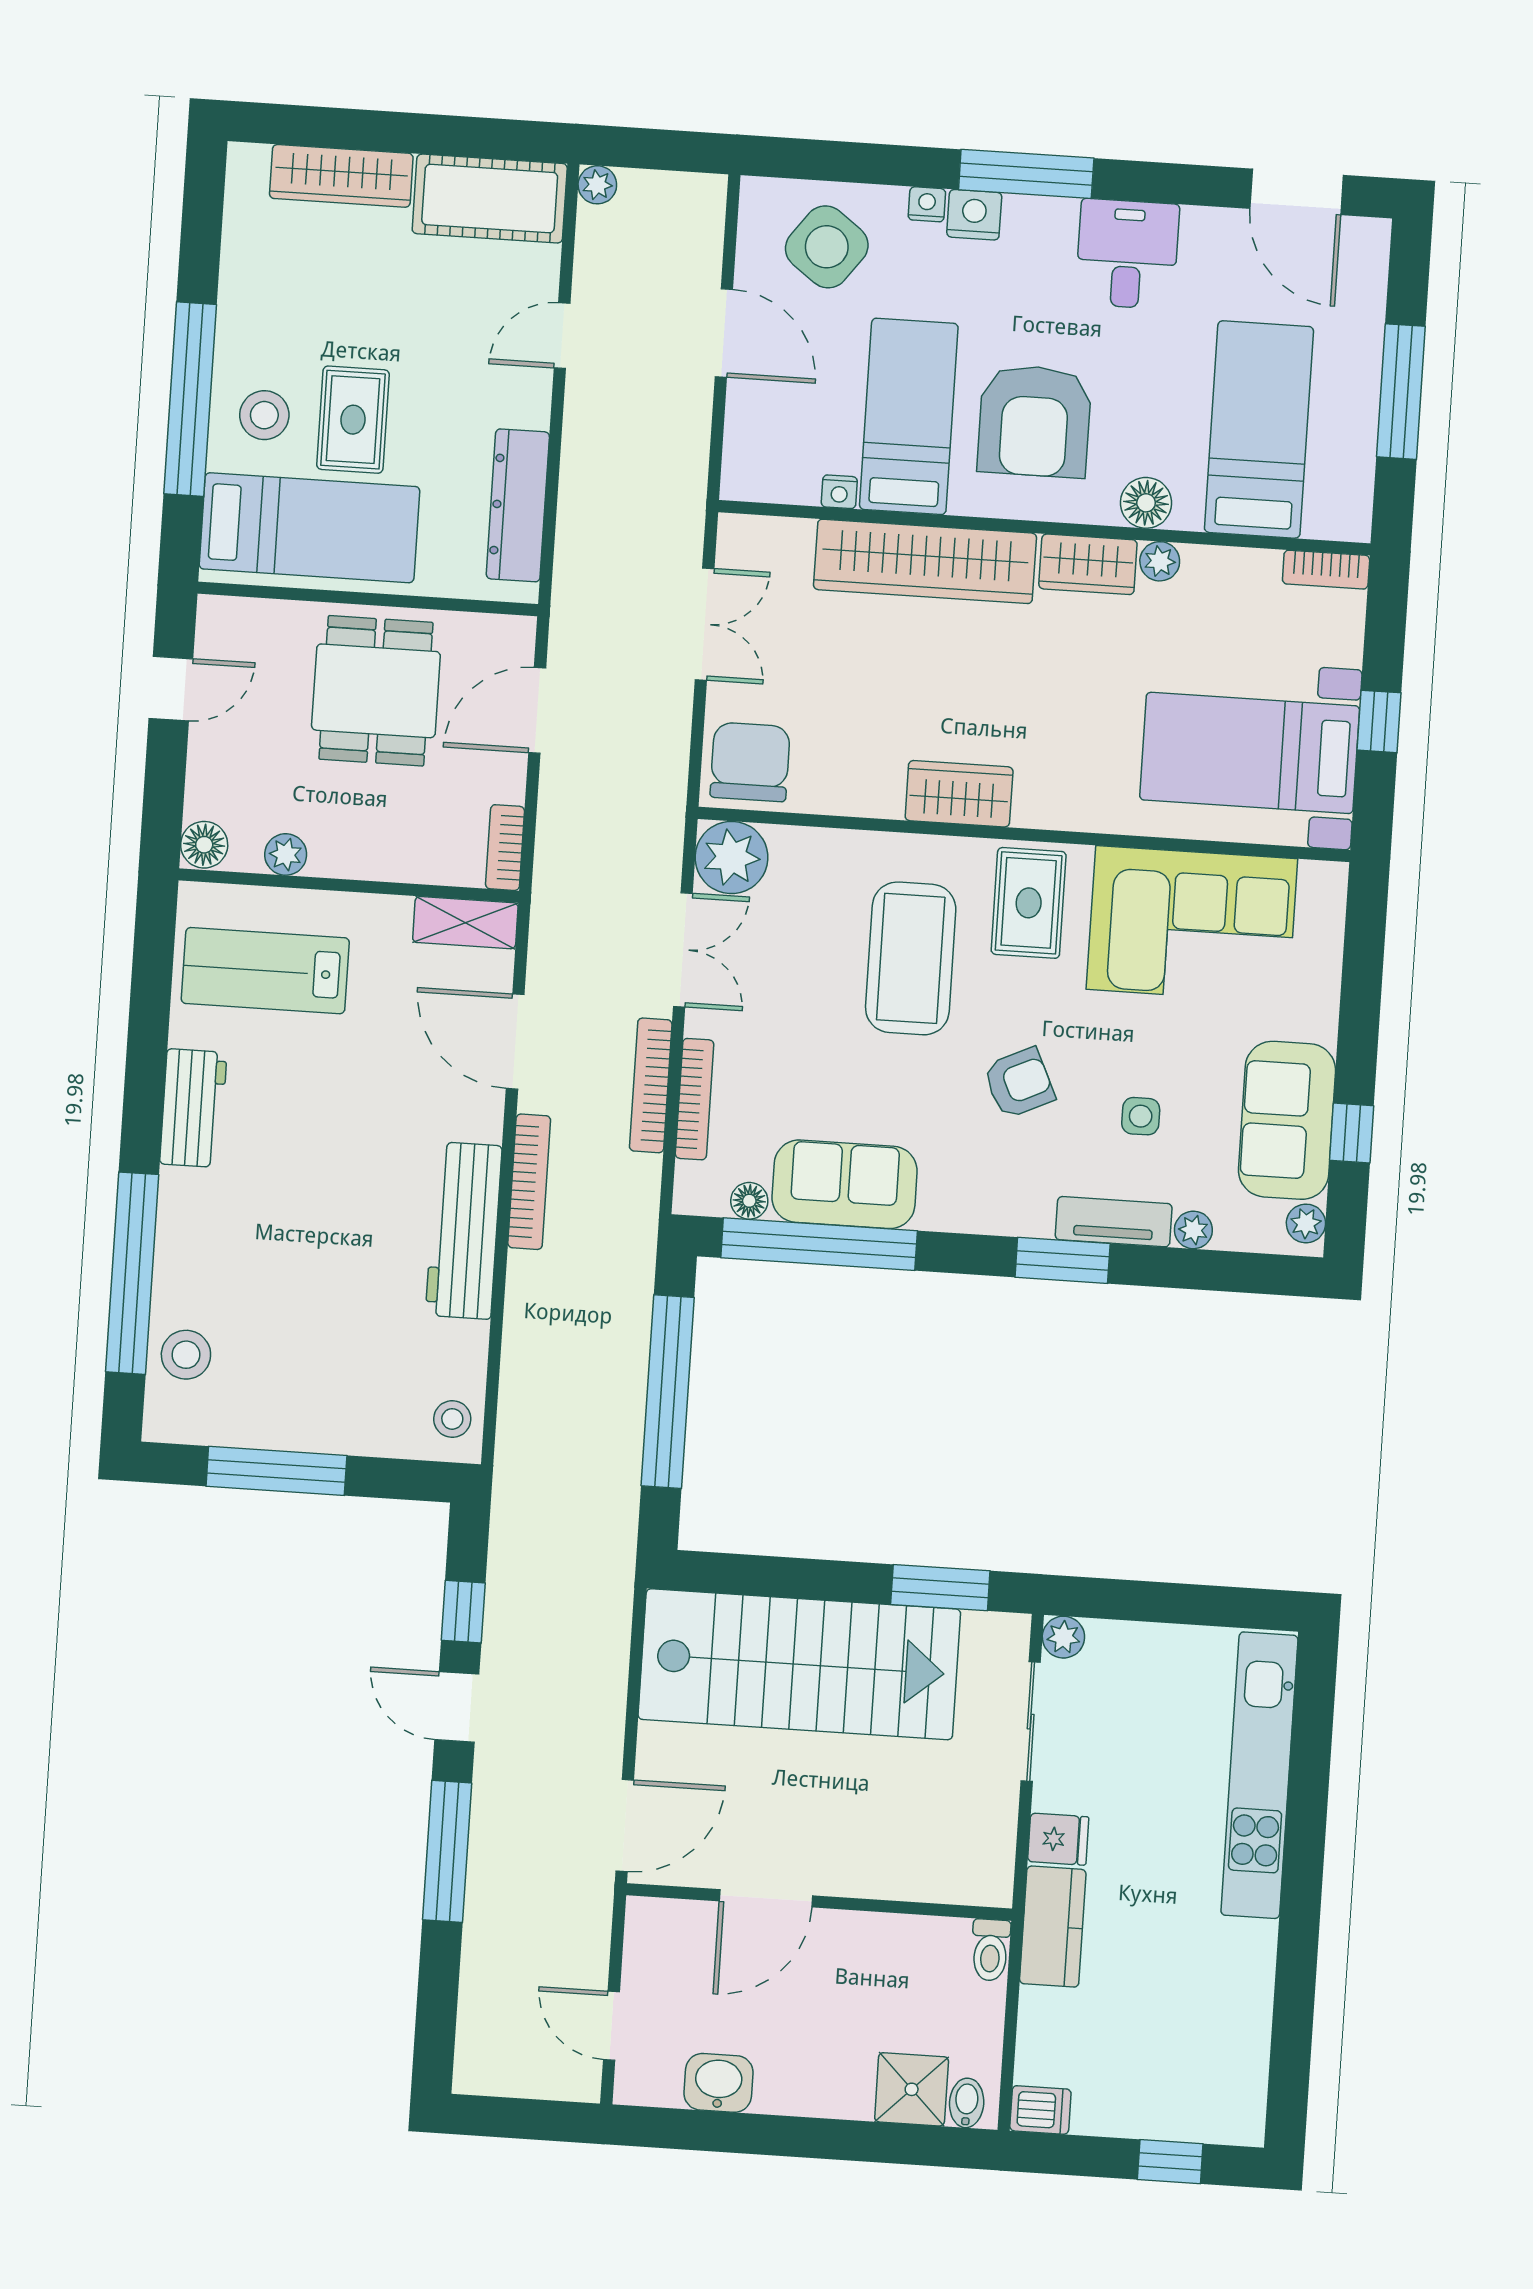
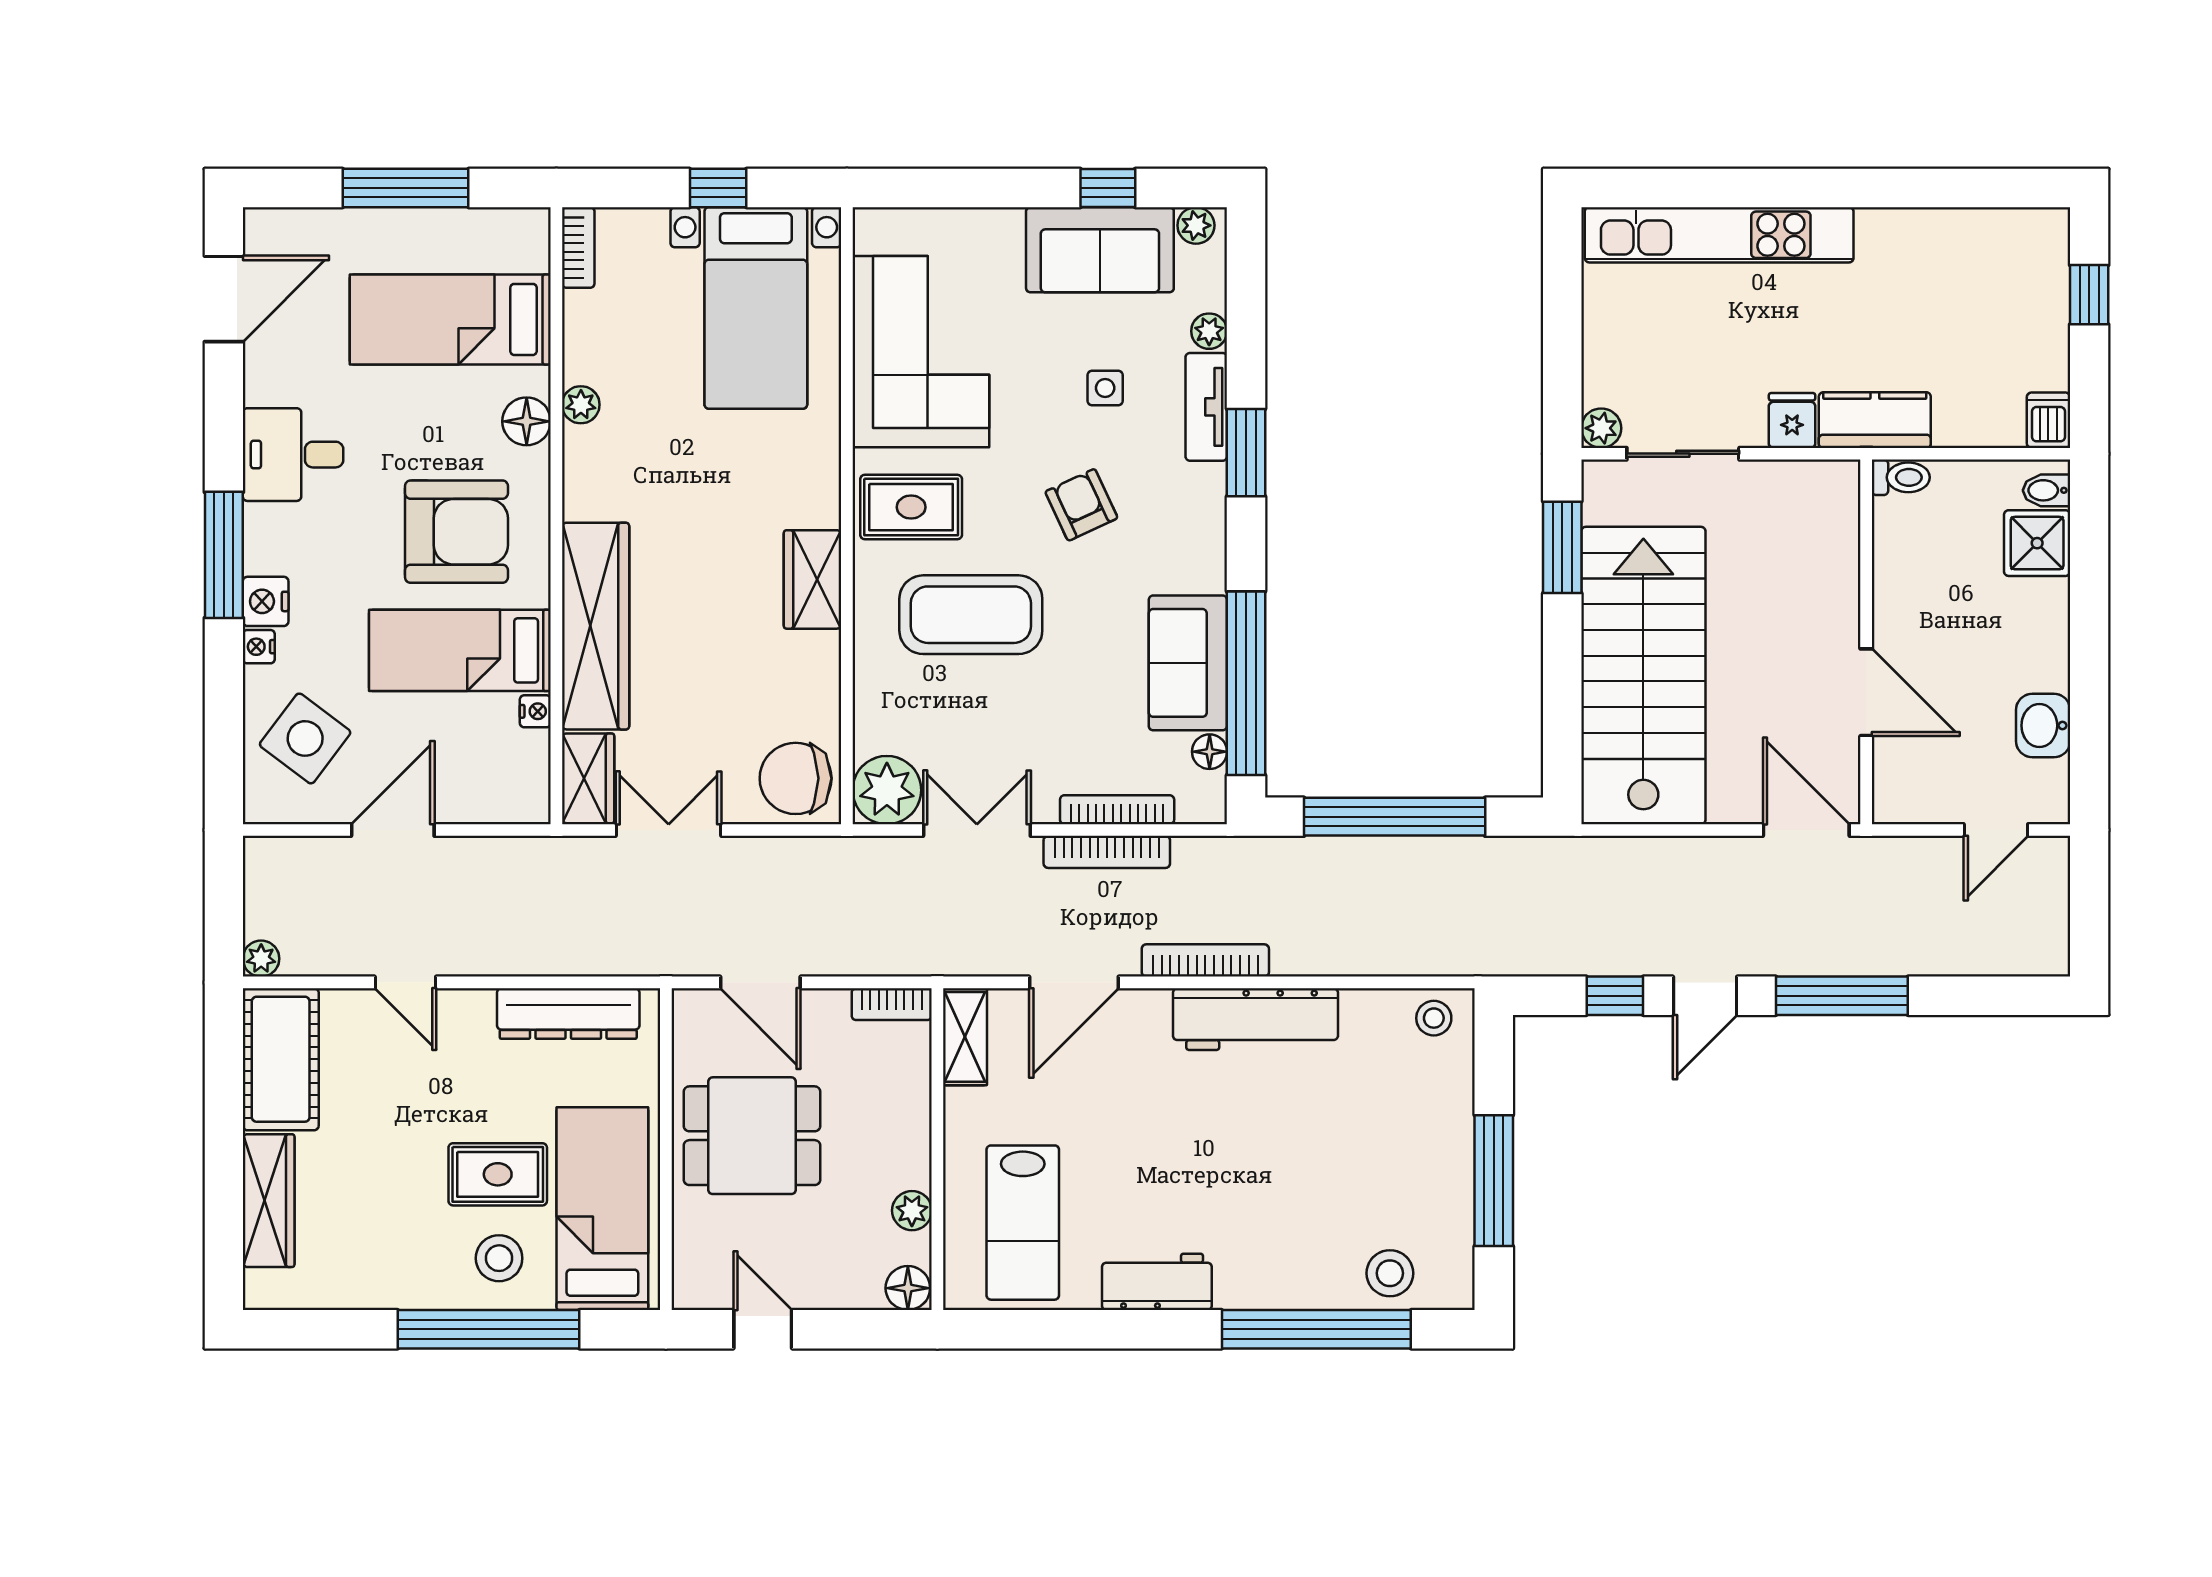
wardrobe: (1088, 564) -> (588, 778), moved

